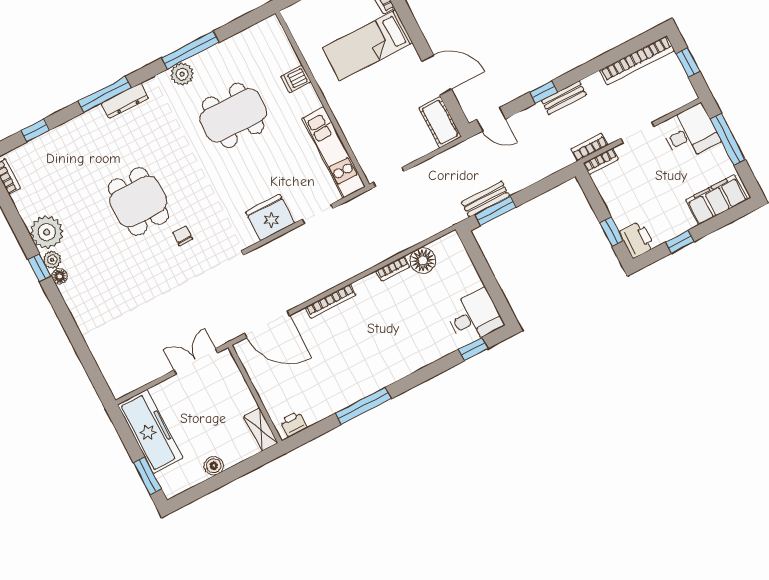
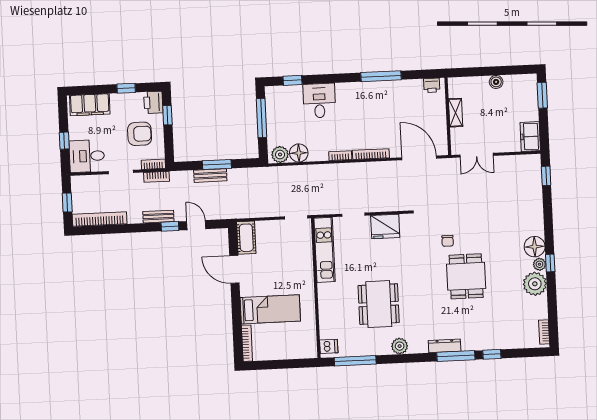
window: (190, 50) -> (355, 361), moved
dishwasher: (296, 79) -> (329, 346), moved
dining table: (233, 115) -> (379, 304), turned 90
door: (491, 119) -> (196, 225), moved
window: (35, 130) -> (492, 354), moved
window: (728, 139) -> (64, 141), width x0.46
armchair: (636, 192) -> (140, 134), added
bench: (485, 199) -> (210, 176), moved
window: (495, 211) -> (217, 164), moved
plant: (446, 248) -> (280, 155), added
bookcase: (393, 269) -> (340, 156), moved
floor lamp: (60, 276) -> (535, 247), width x1.89, depth x1.89
window: (490, 283) -> (262, 118), added
desk: (474, 317) -> (319, 101), moved, turned 90
window: (95, 376) -> (546, 176), added
shelving: (261, 429) -> (456, 113), moved
freezer: (150, 431) -> (530, 137), width x0.52, depth x0.79

